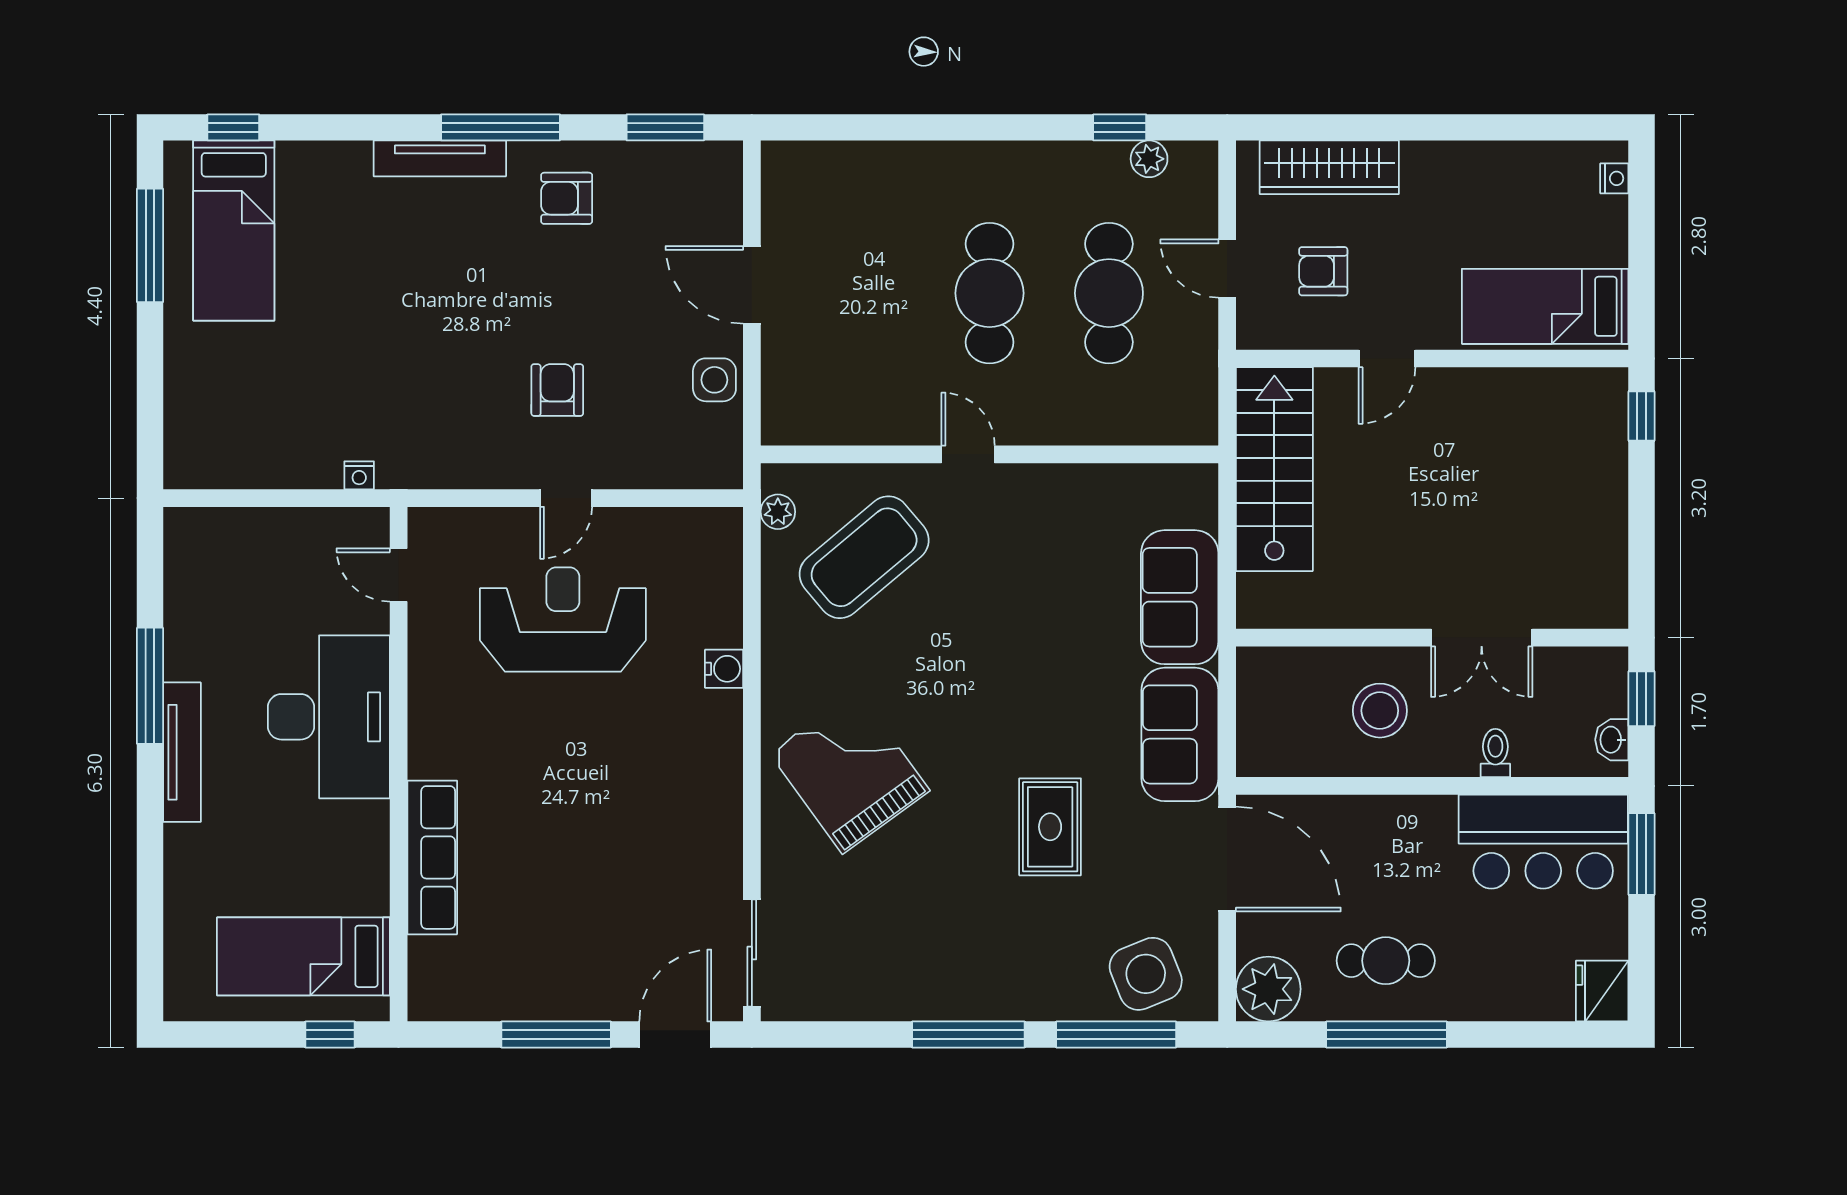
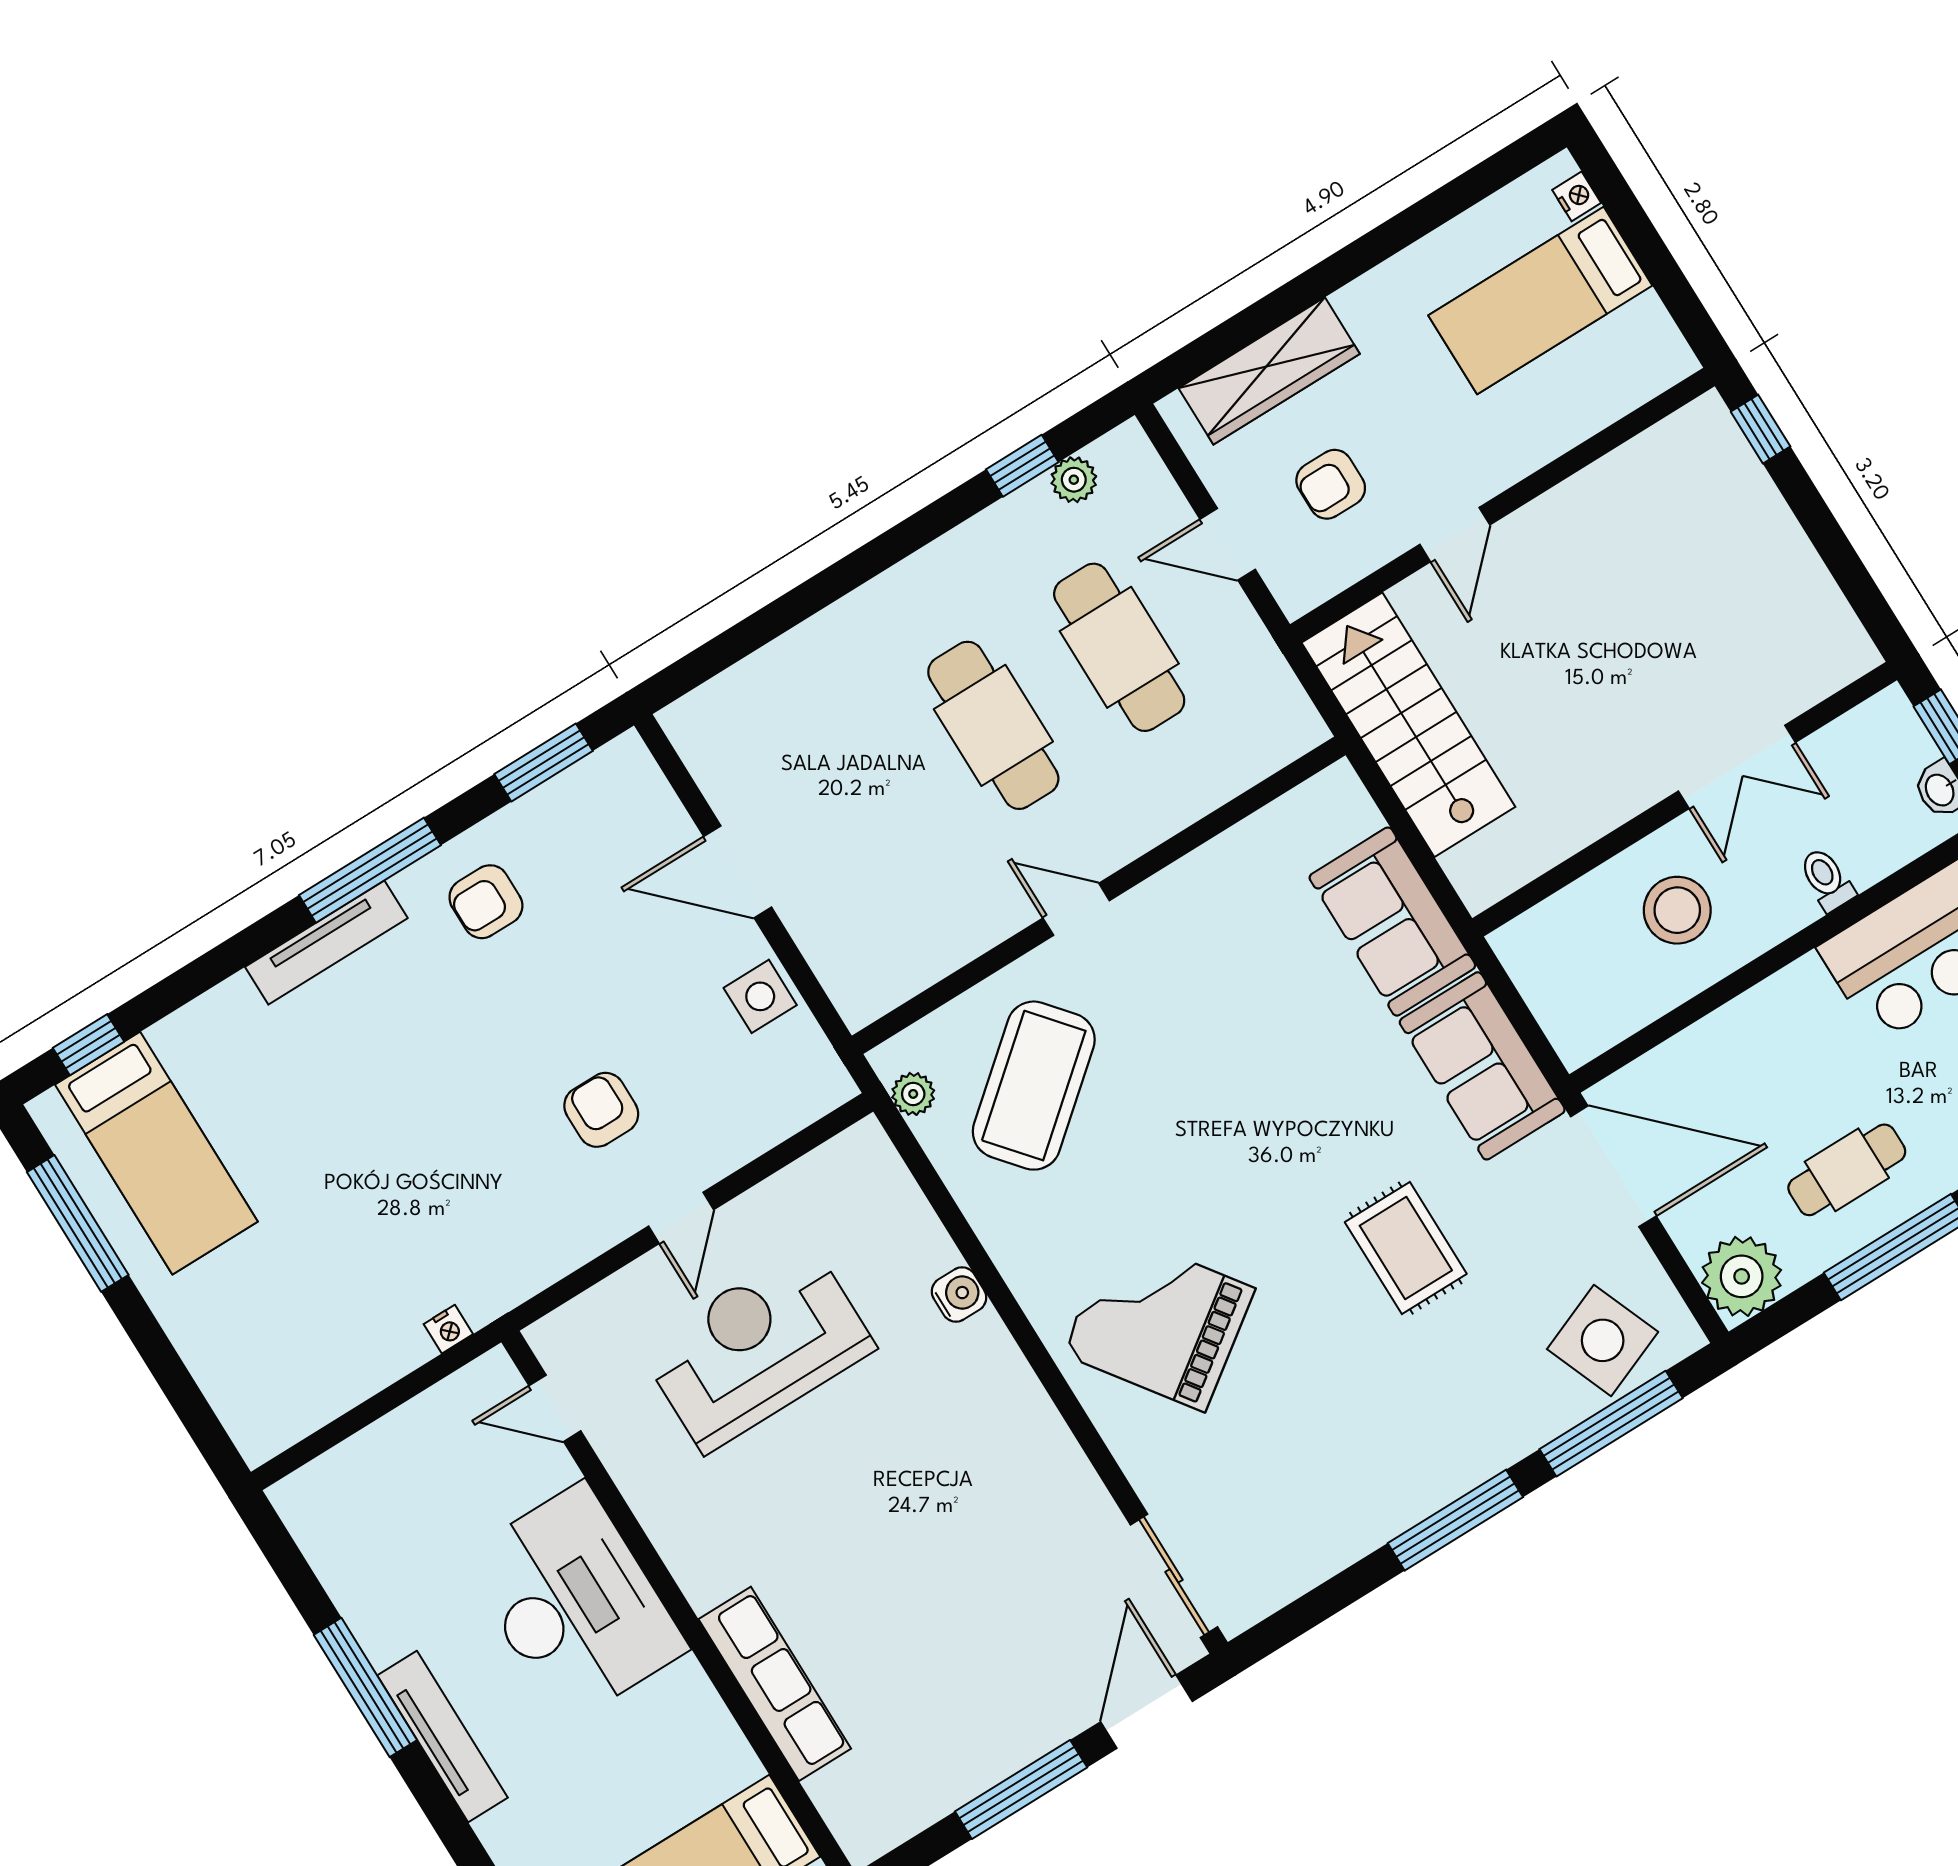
bed: (1545, 306) -> (1540, 300), moved

